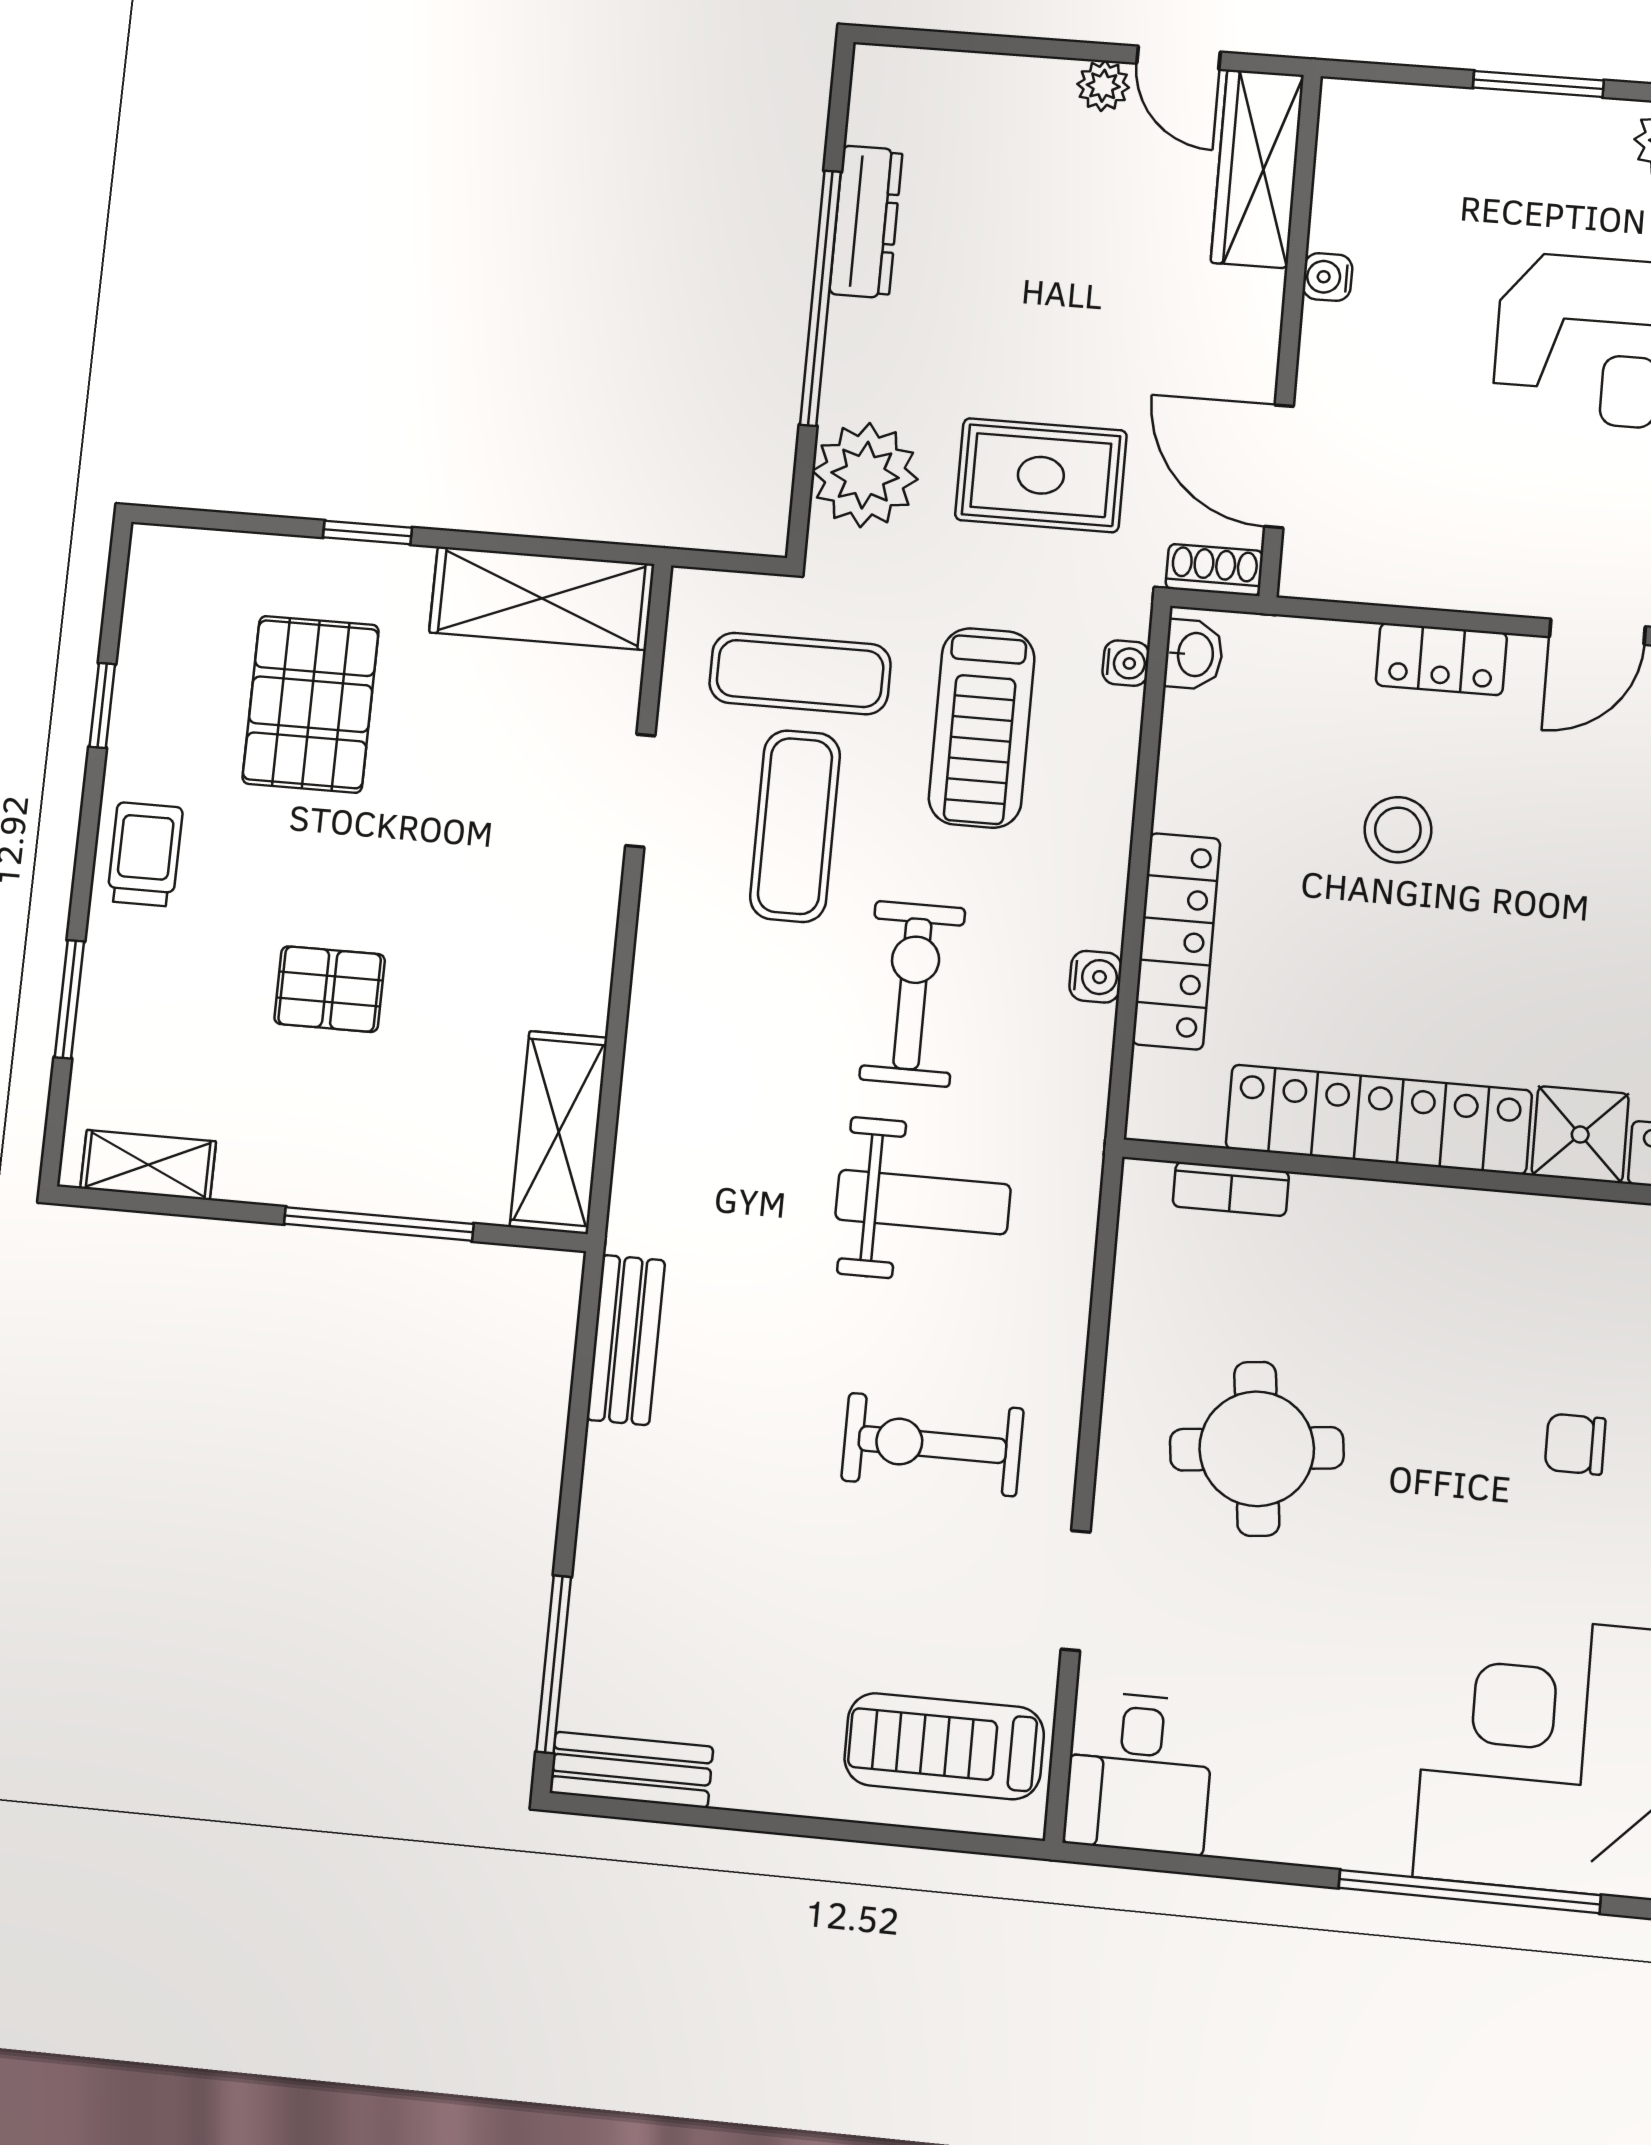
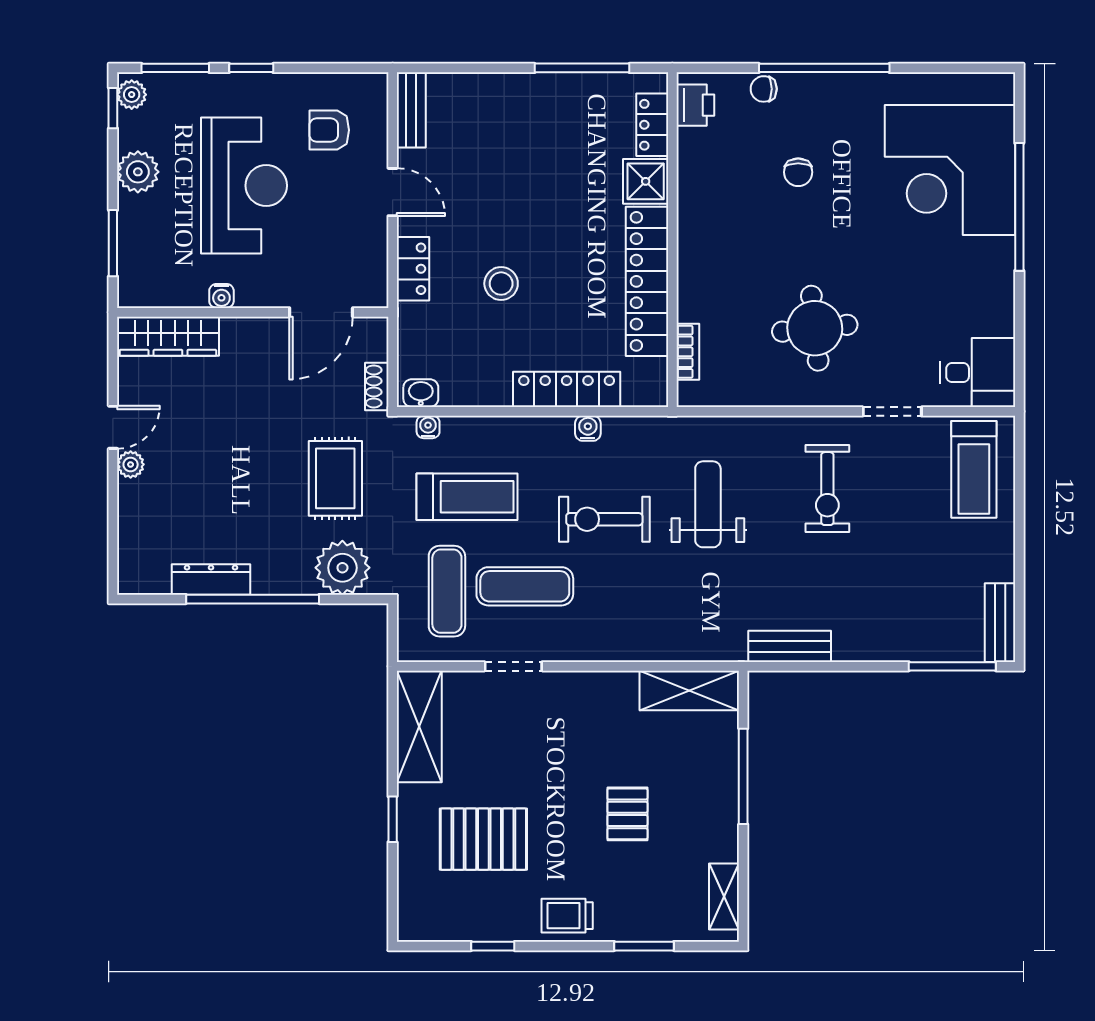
wardrobe: (1257, 169) -> (168, 336), moved
water cooler: (1327, 277) -> (221, 296), moved
wall: (1290, 335) -> (253, 312), moved
door: (1279, 466) -> (321, 312), moved

